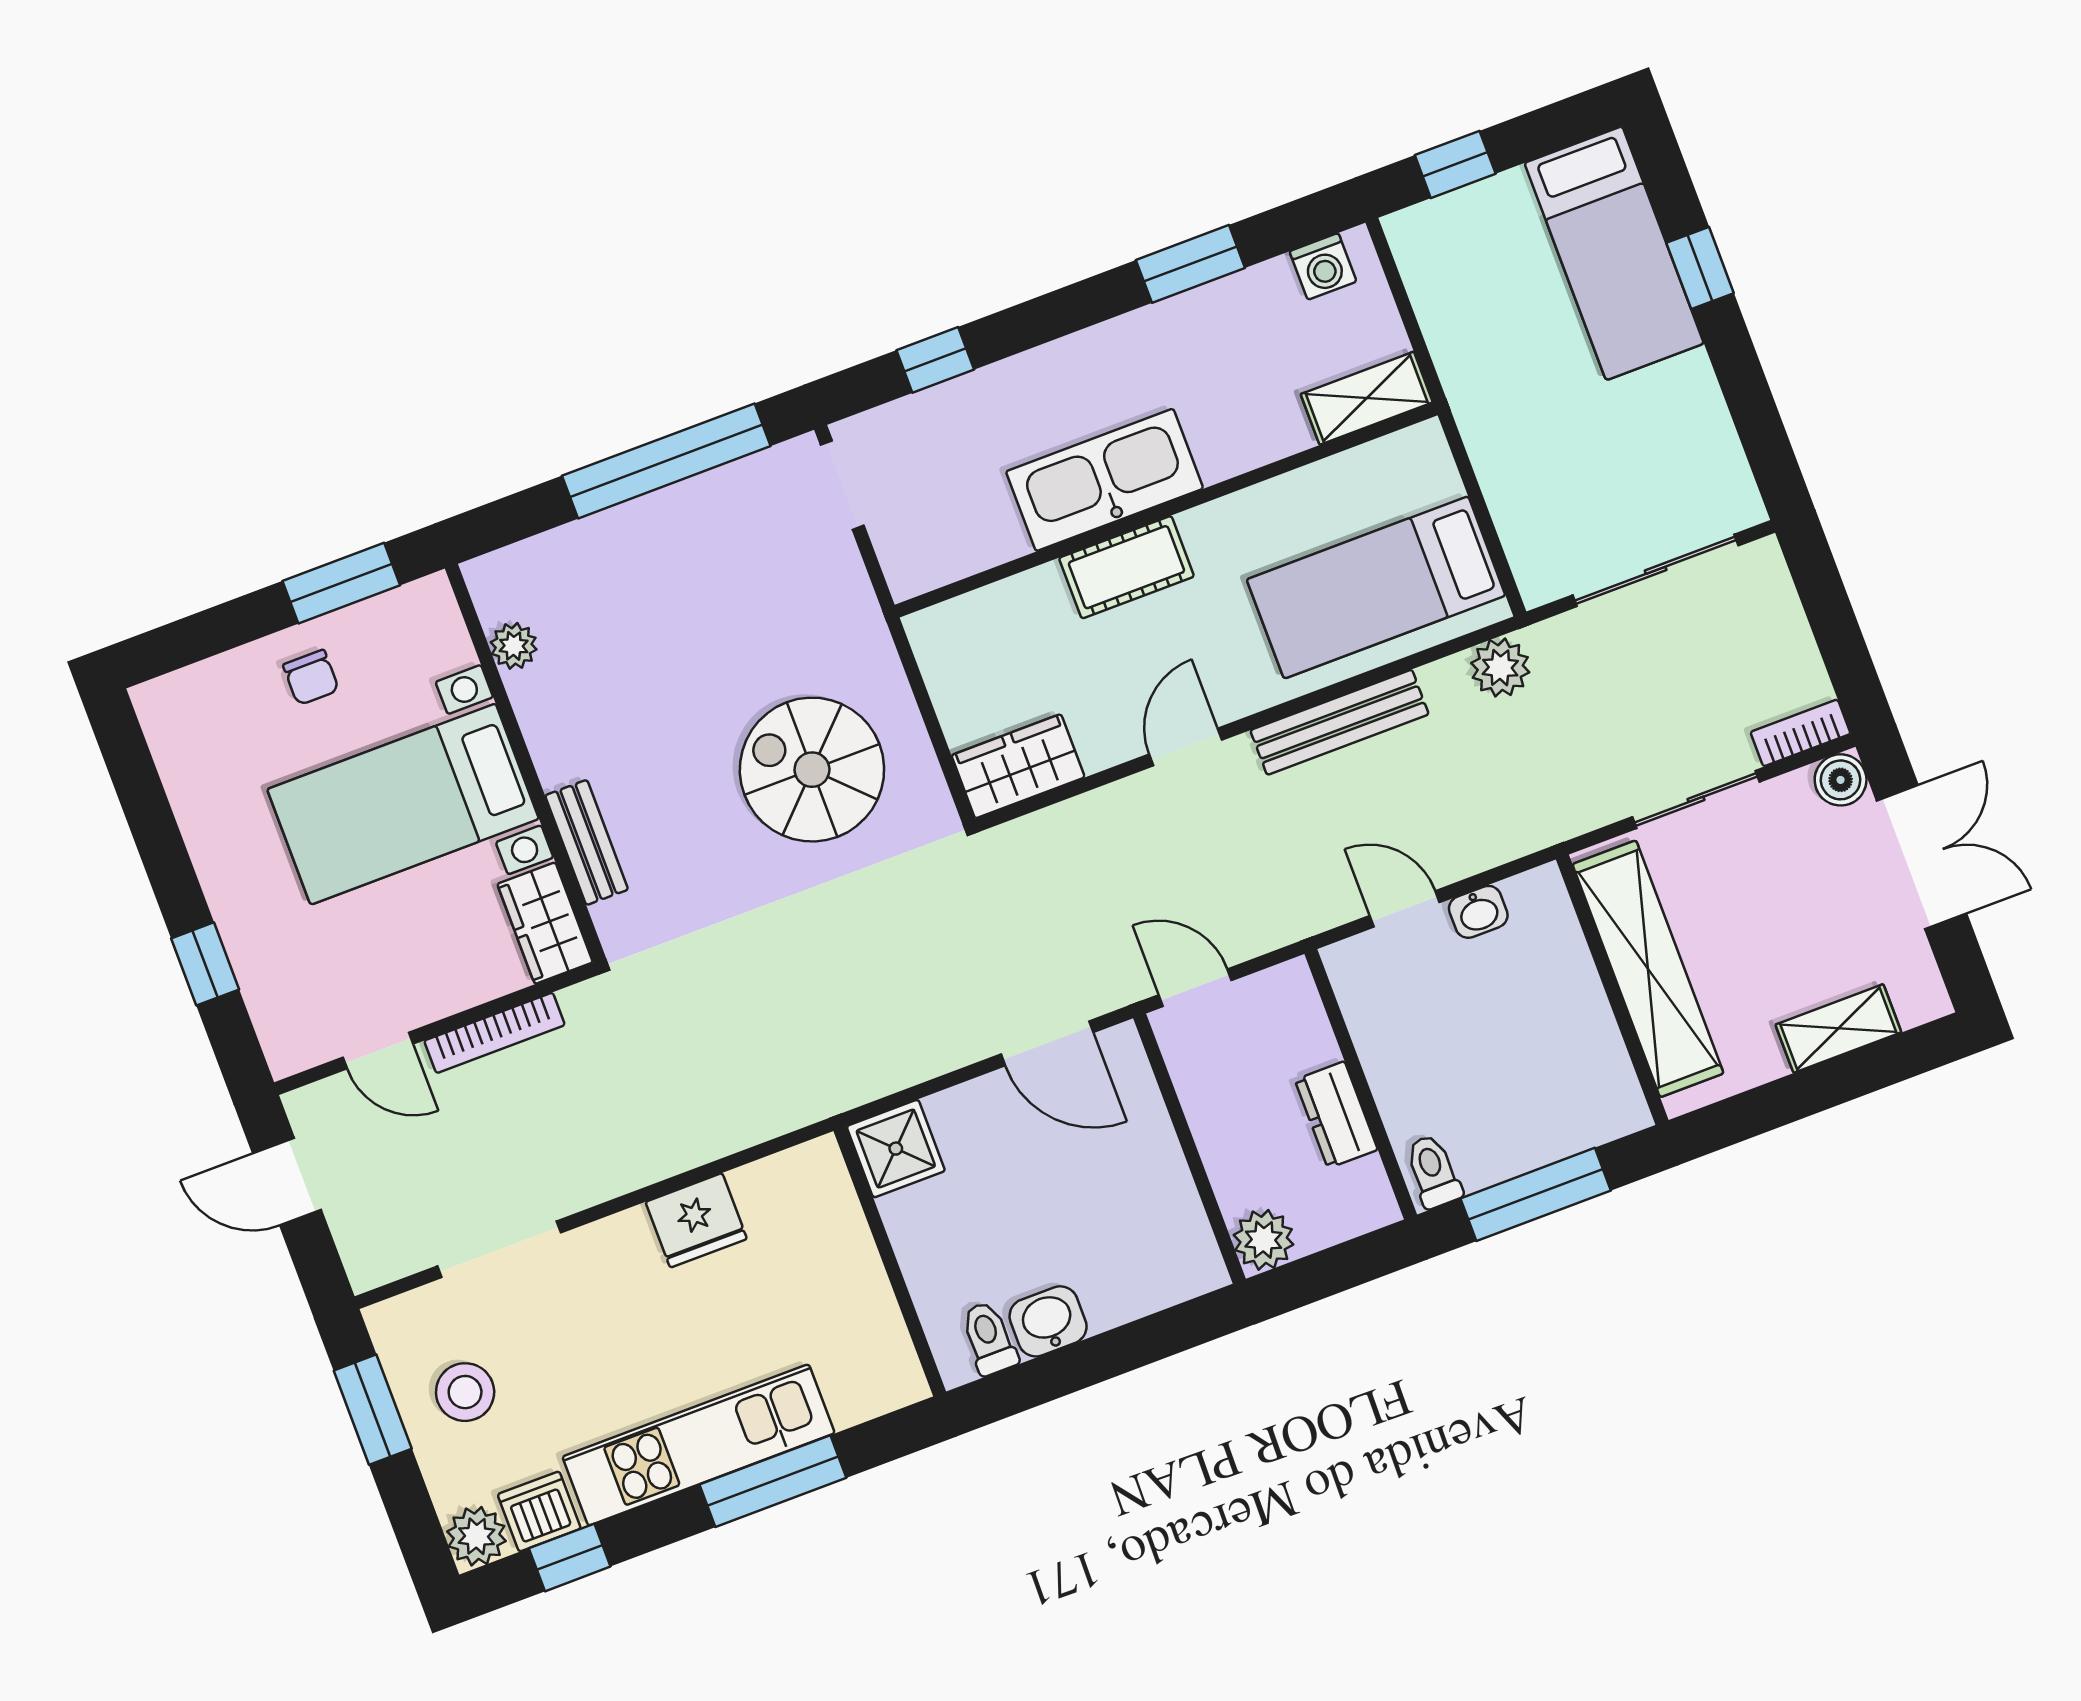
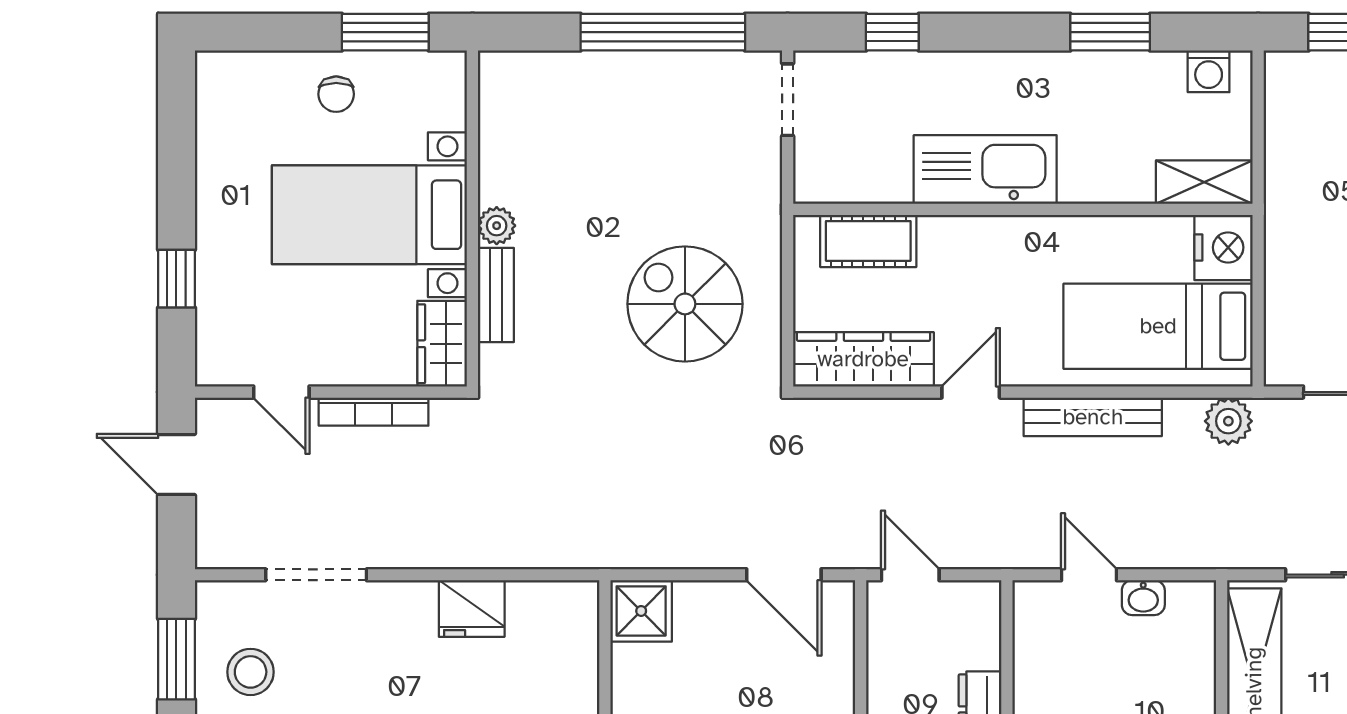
nightstand: (1418, 466) -> (1223, 247), added
cot: (1126, 567) -> (868, 241), moved
plant: (514, 646) -> (497, 226), moved
wardrobe: (1018, 766) -> (863, 359), width x1.50

